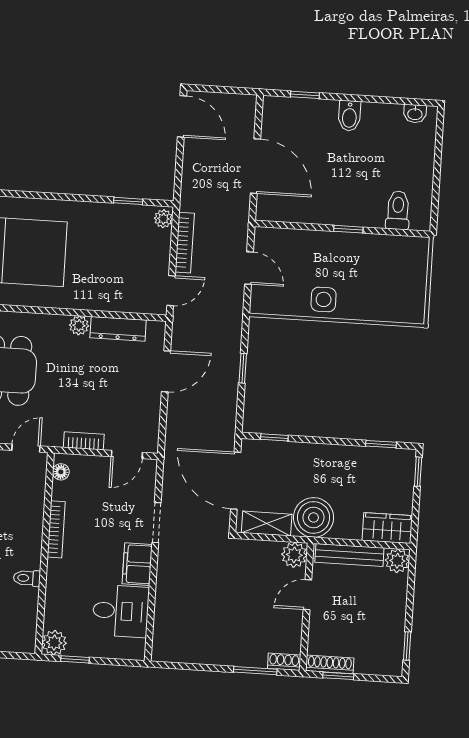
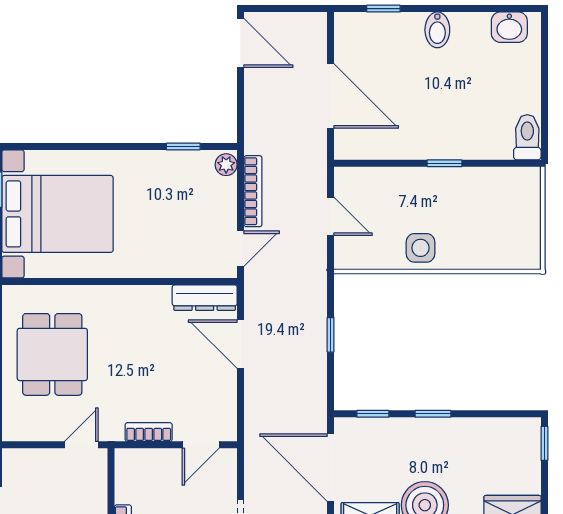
washbasin: (415, 114) -> (509, 27), width x1.38, depth x1.45
toilet: (398, 210) -> (527, 137), moved
plant: (79, 325) -> (135, 297), removed
dresser: (118, 329) -> (205, 298), moved
door: (166, 371) -> (240, 344), swing flipped
window: (381, 444) -> (433, 414), moved
floor lamp: (61, 472) -> (124, 470), removed

